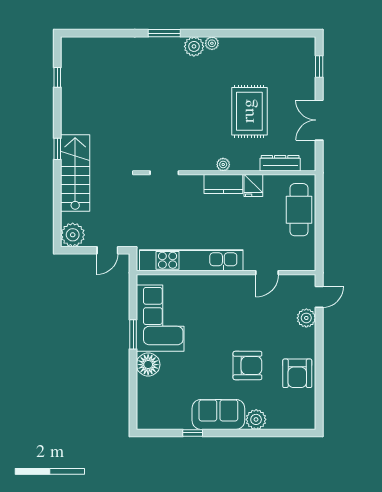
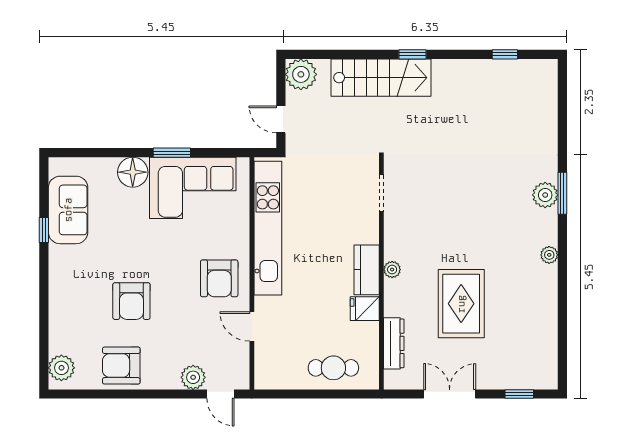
plant: (194, 46) -> (545, 195), moved
rug: (249, 111) -> (461, 304), turned 90
cafe table: (299, 210) -> (333, 368), width x0.73, depth x0.74
armchair: (230, 298) -> (219, 278), added
sofa: (218, 414) -> (68, 210), moved
plant: (256, 419) -> (61, 368), moved

